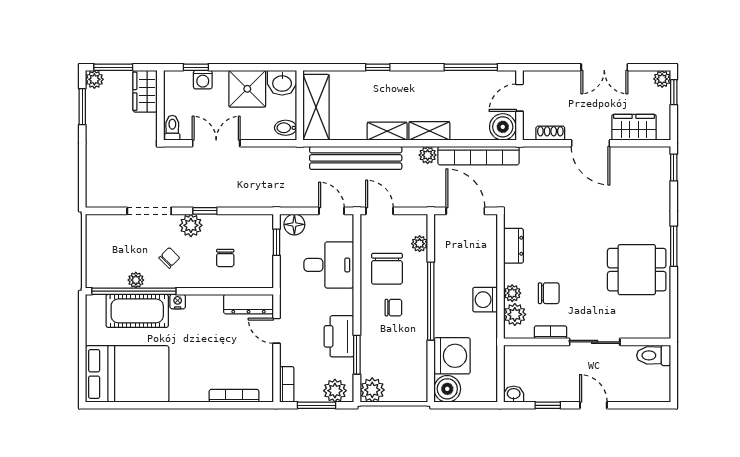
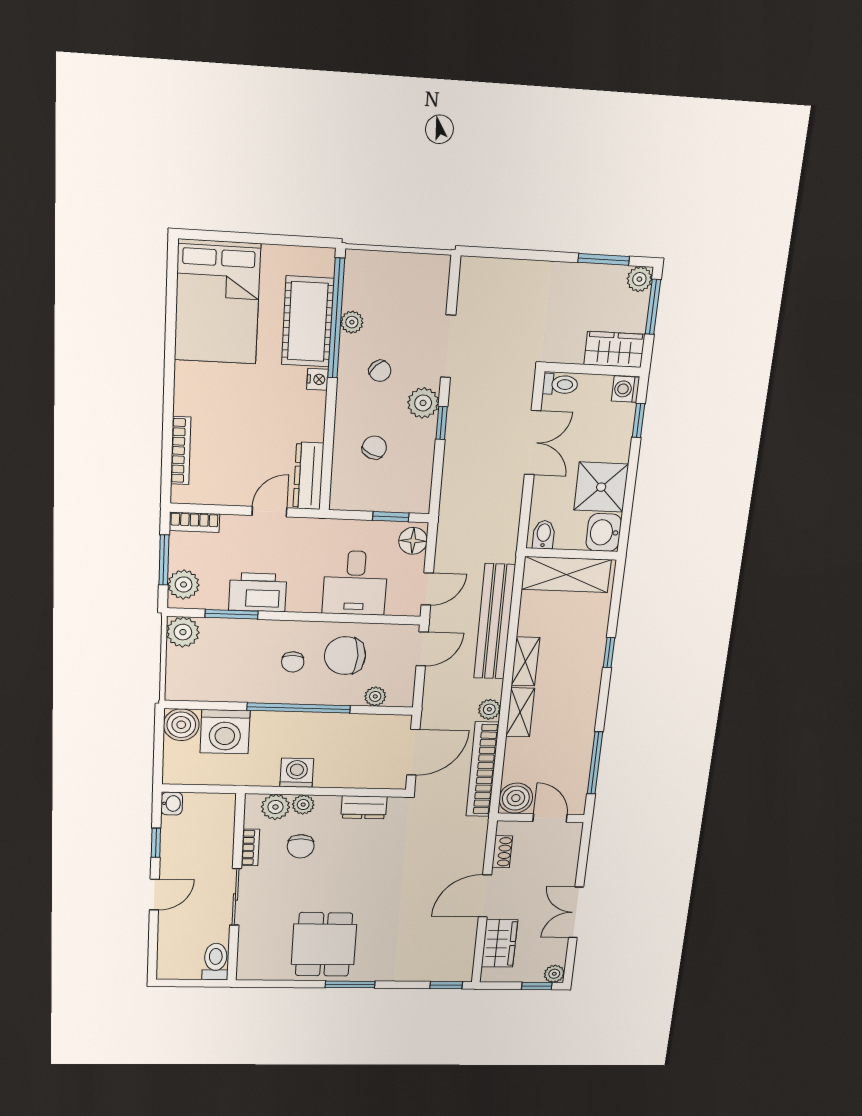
washing machine: (203, 80) -> (625, 389), moved
chair: (225, 258) -> (374, 448), turned 114

